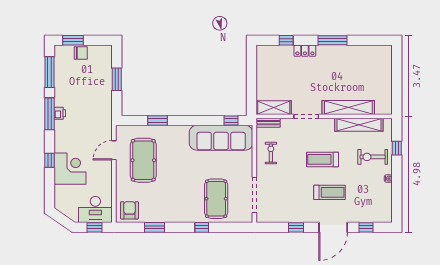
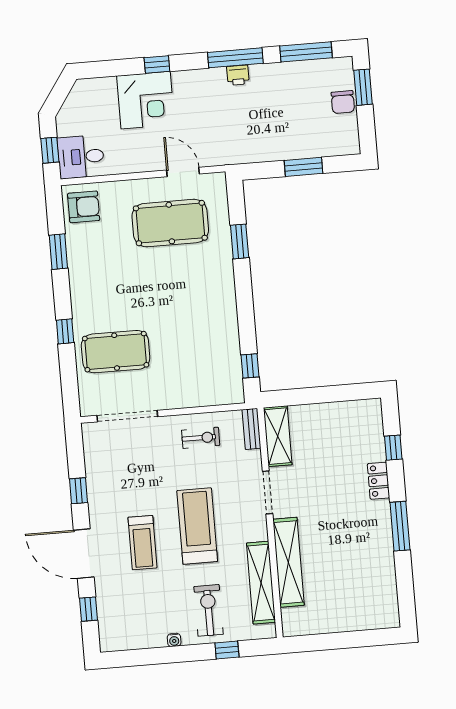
sofa: (221, 138) -> (219, 351), removed
treadmill: (323, 159) -> (197, 526), width x1.37, depth x1.38
desk: (95, 209) -> (81, 157), width x0.73

